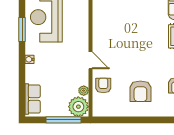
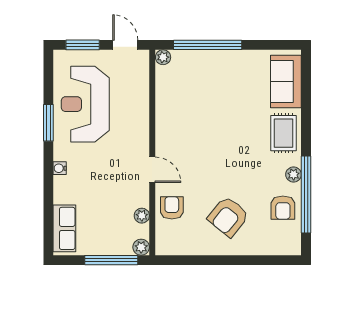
armchair: (140, 91) -> (228, 217), turned 39
plant: (78, 107) -> (141, 247), width x0.53, depth x0.53

